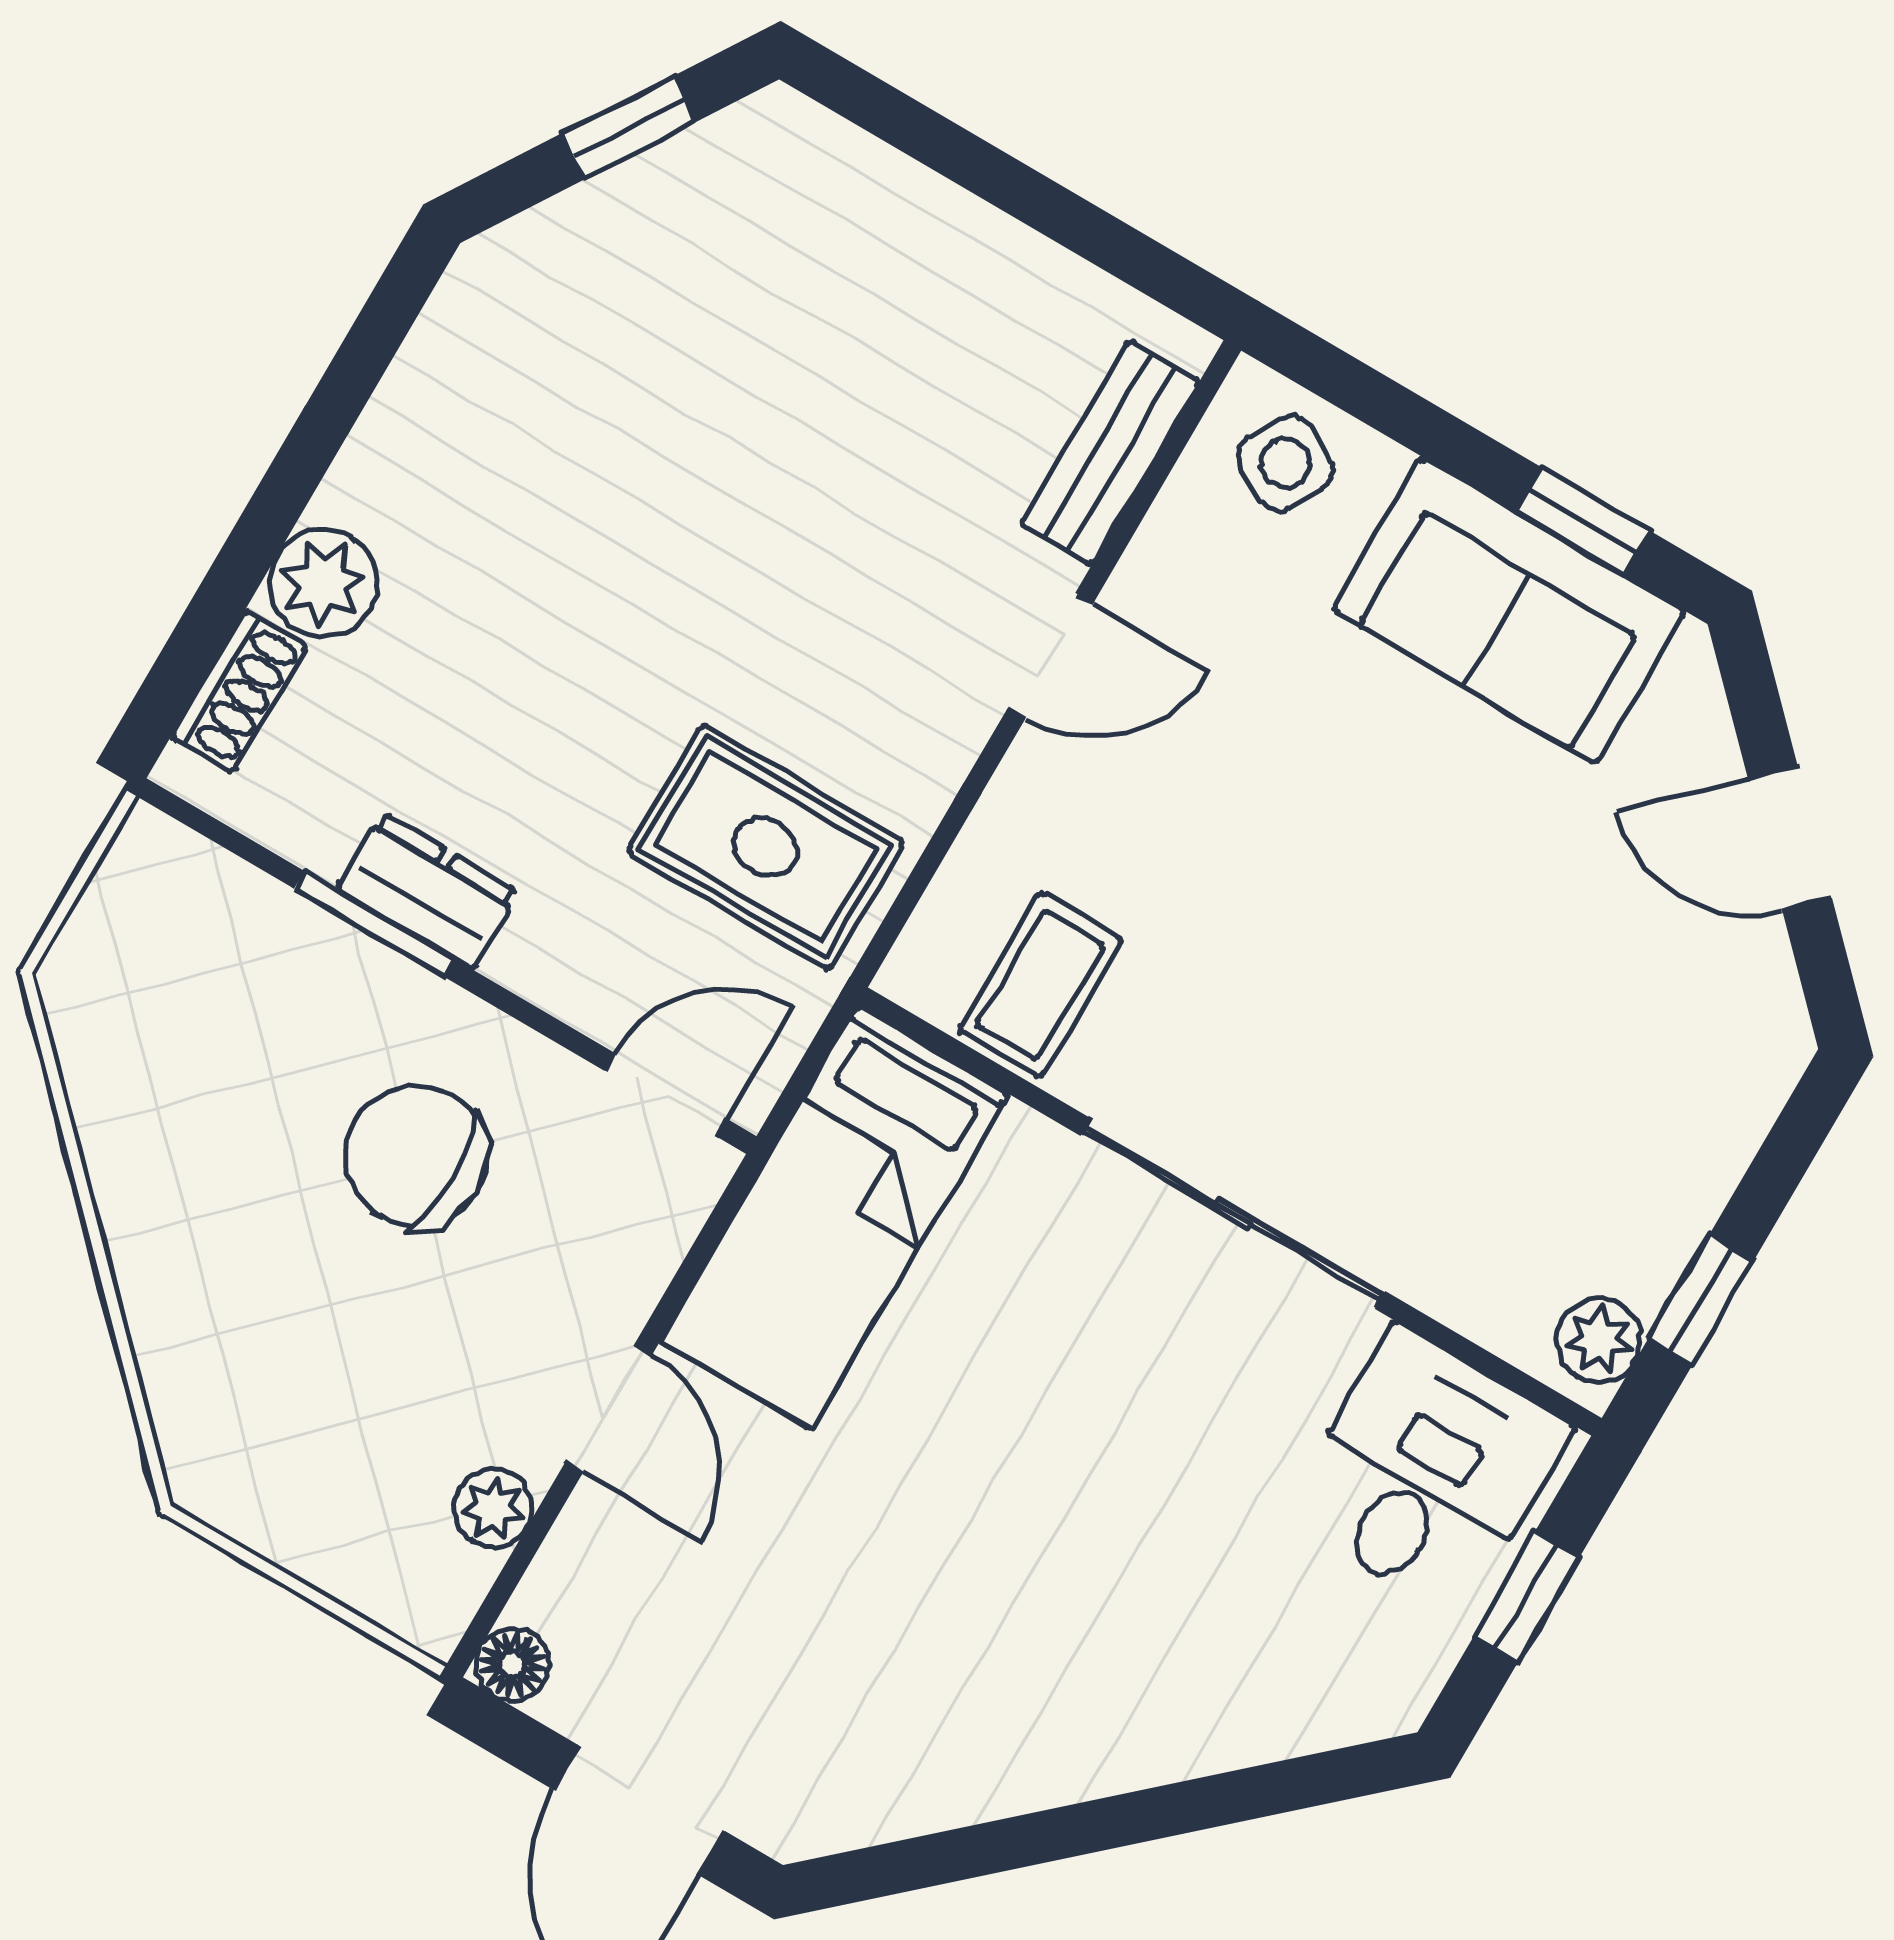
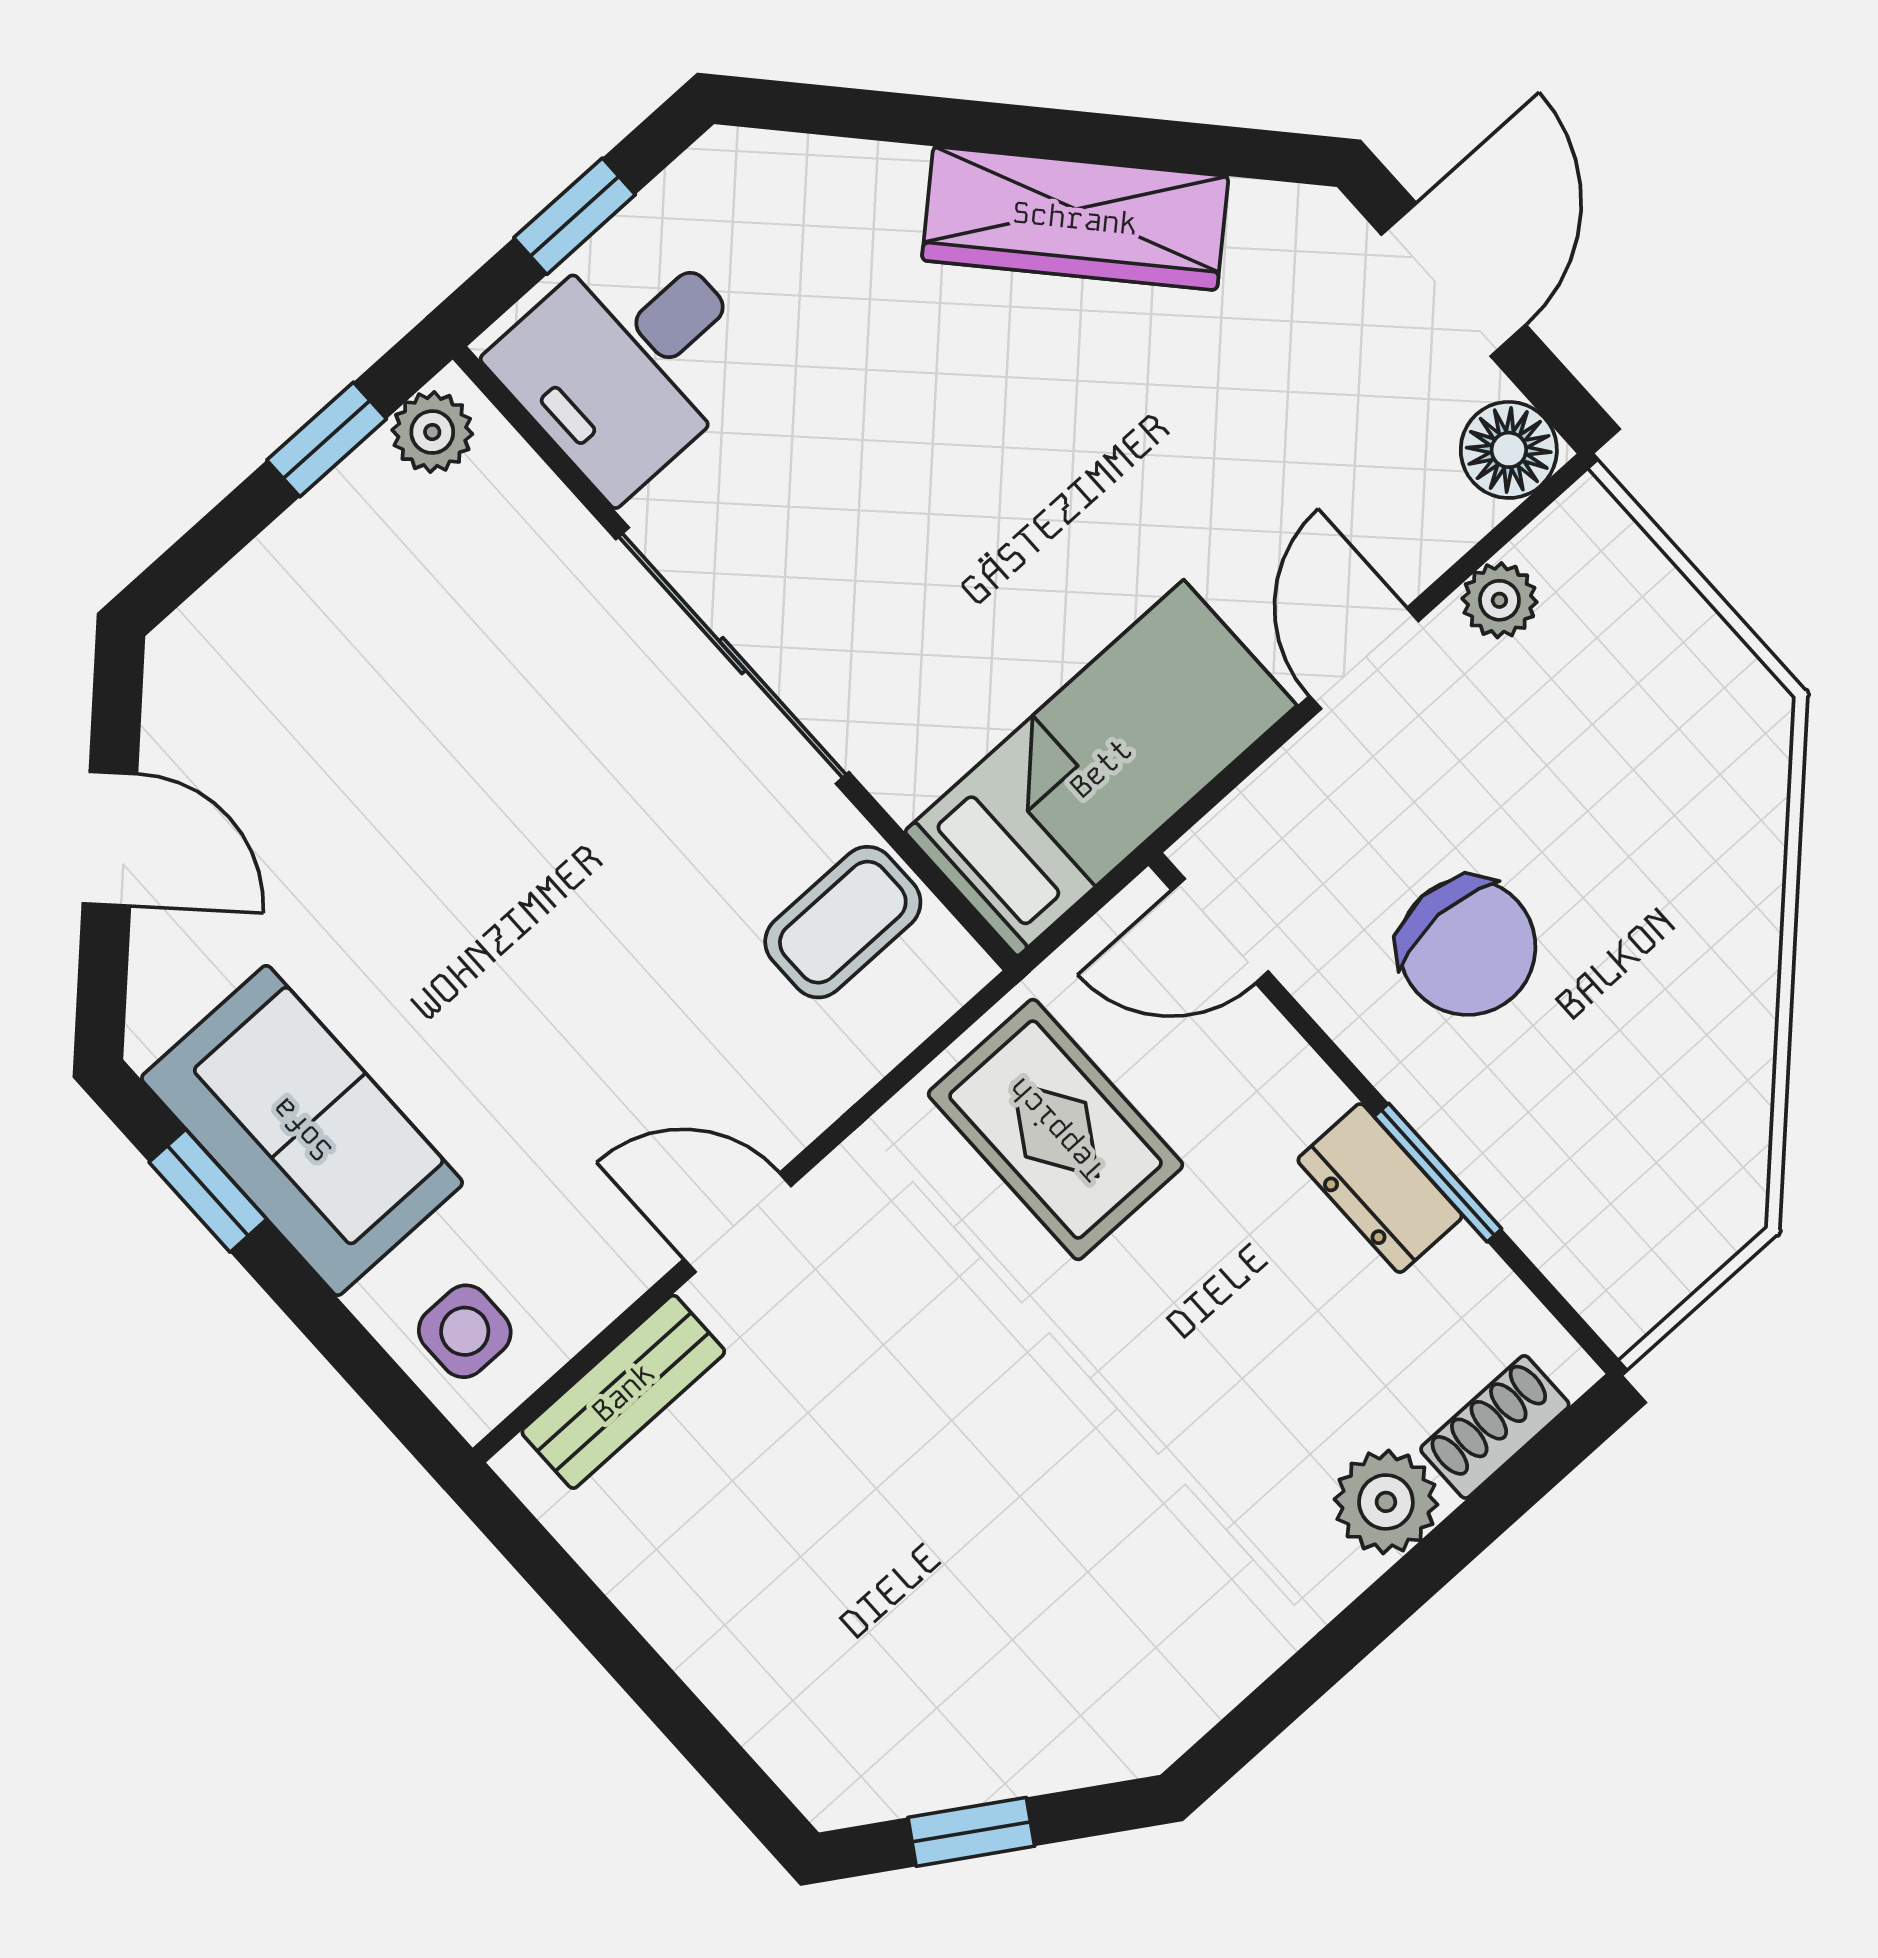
side table: (1285, 463) -> (465, 1331), turned -30
floor lamp: (513, 1664) -> (1509, 450), width x1.37, depth x1.37
wardrobe: (1031, 1752) -> (1075, 218), added

